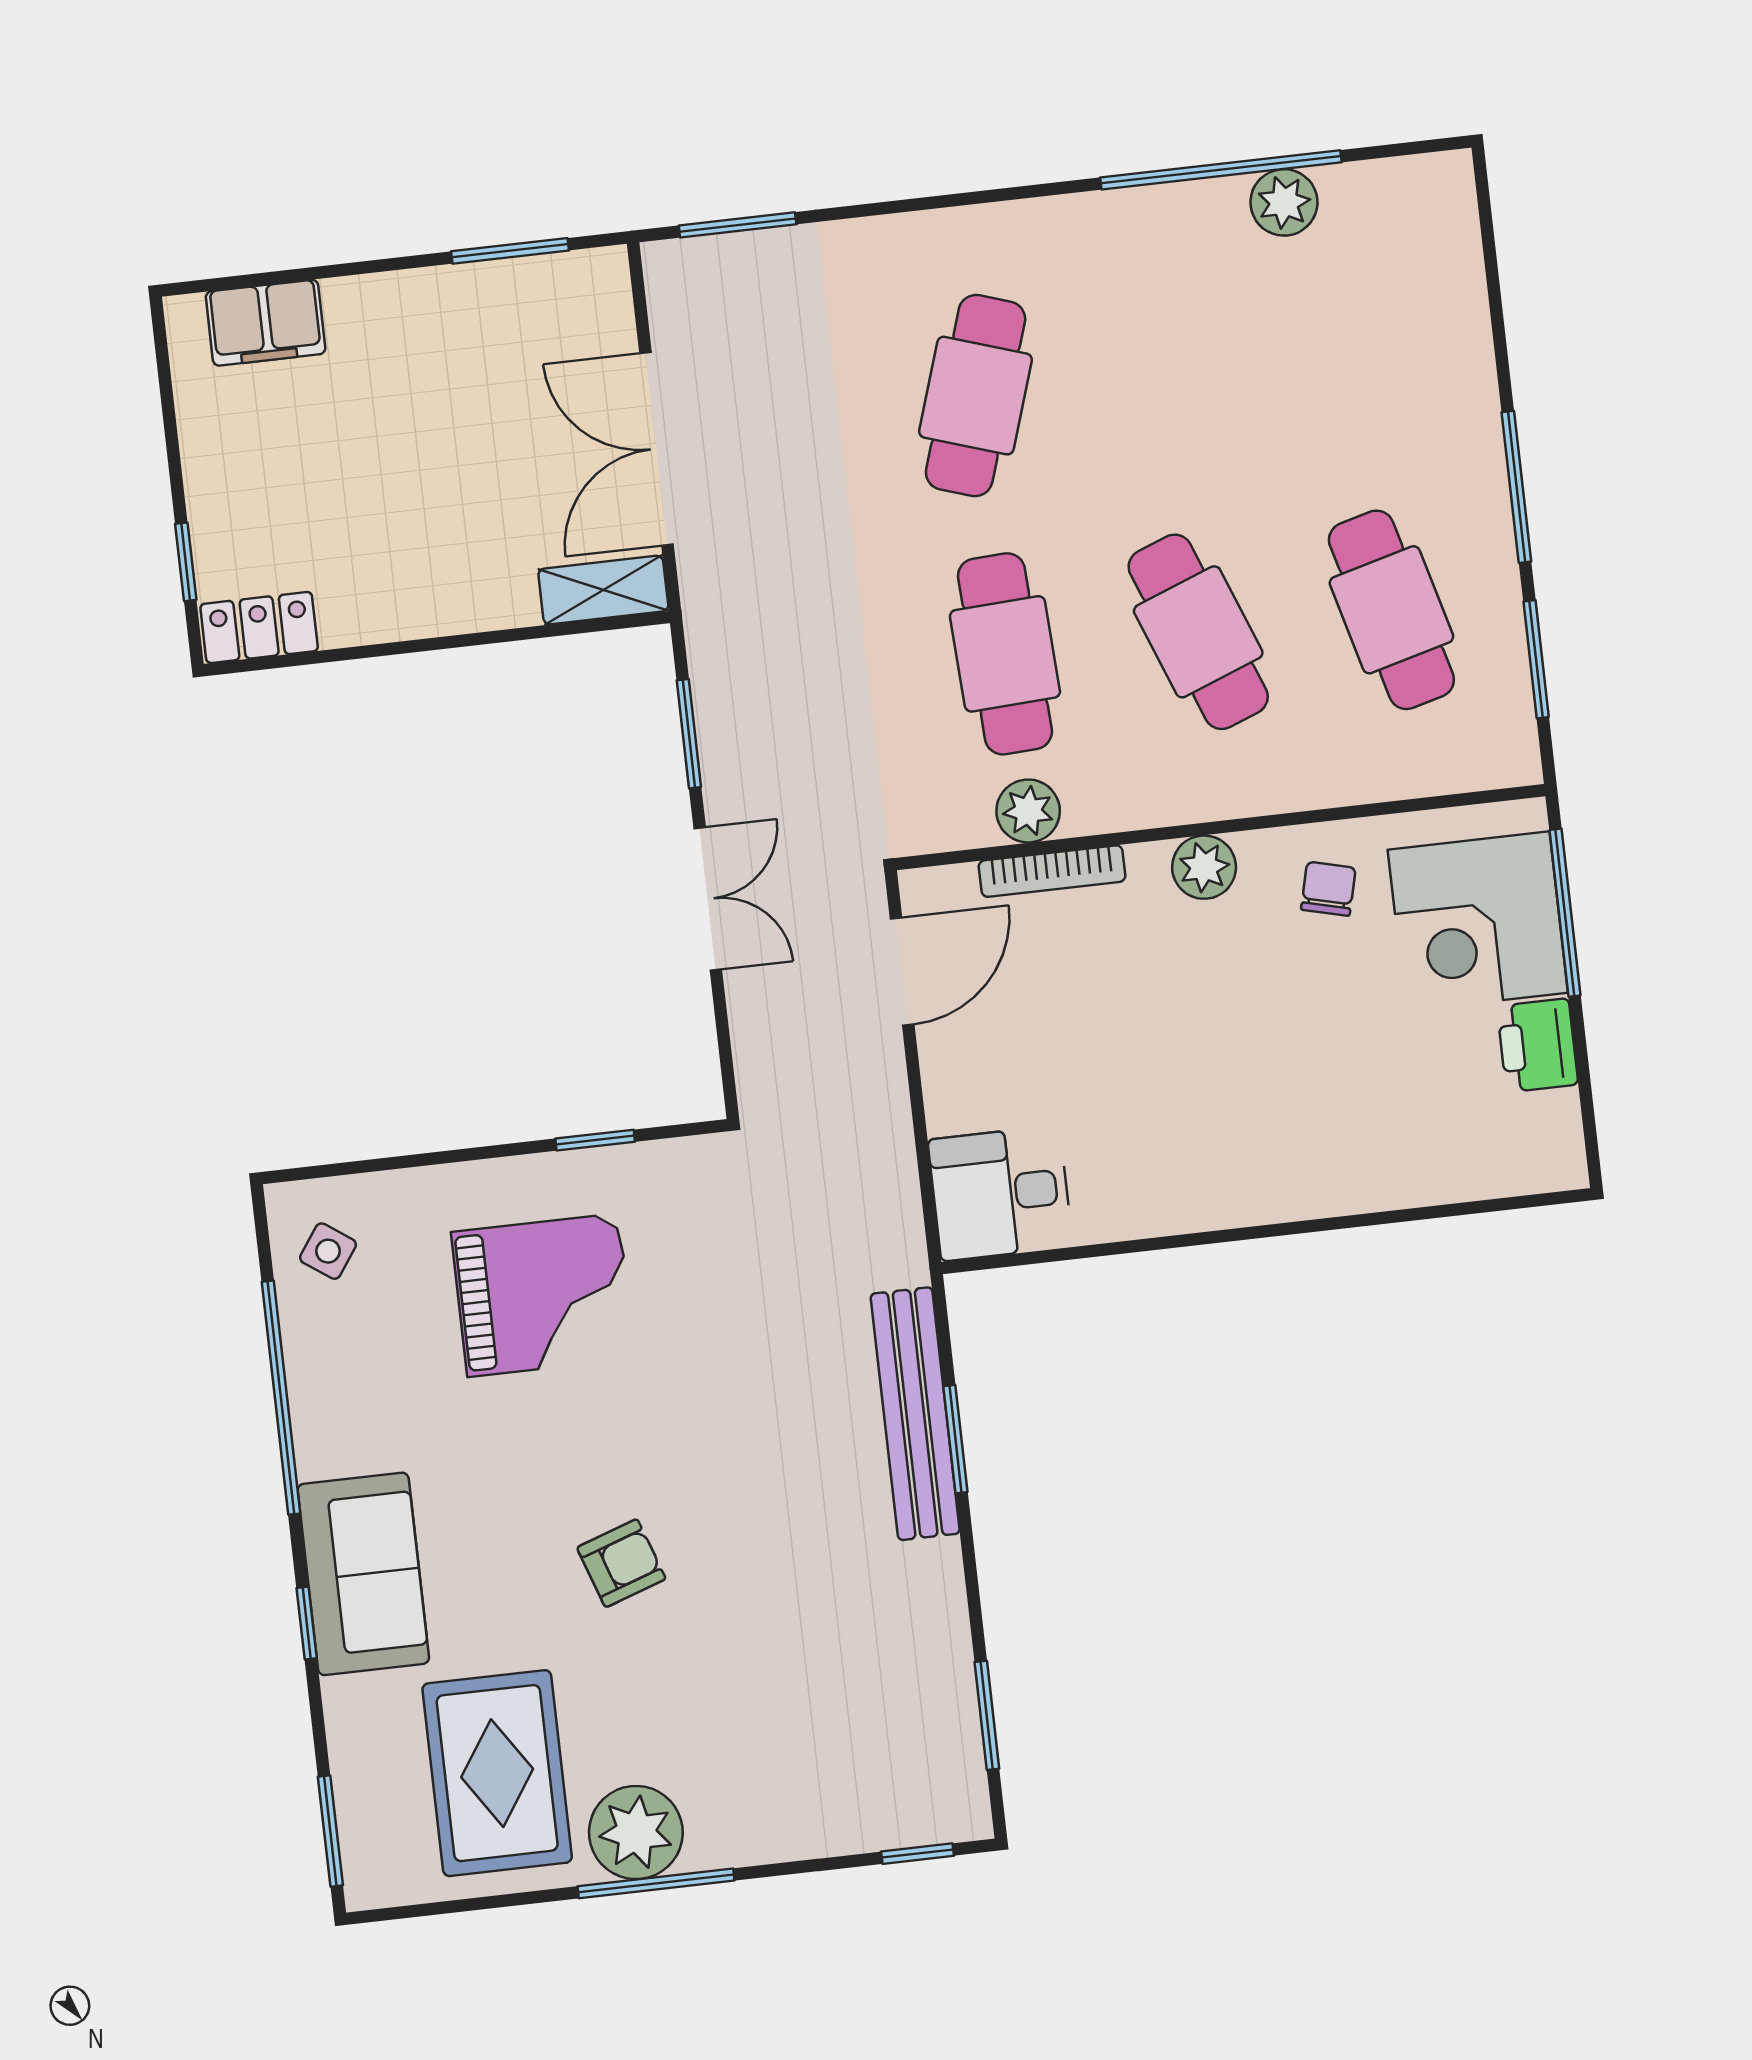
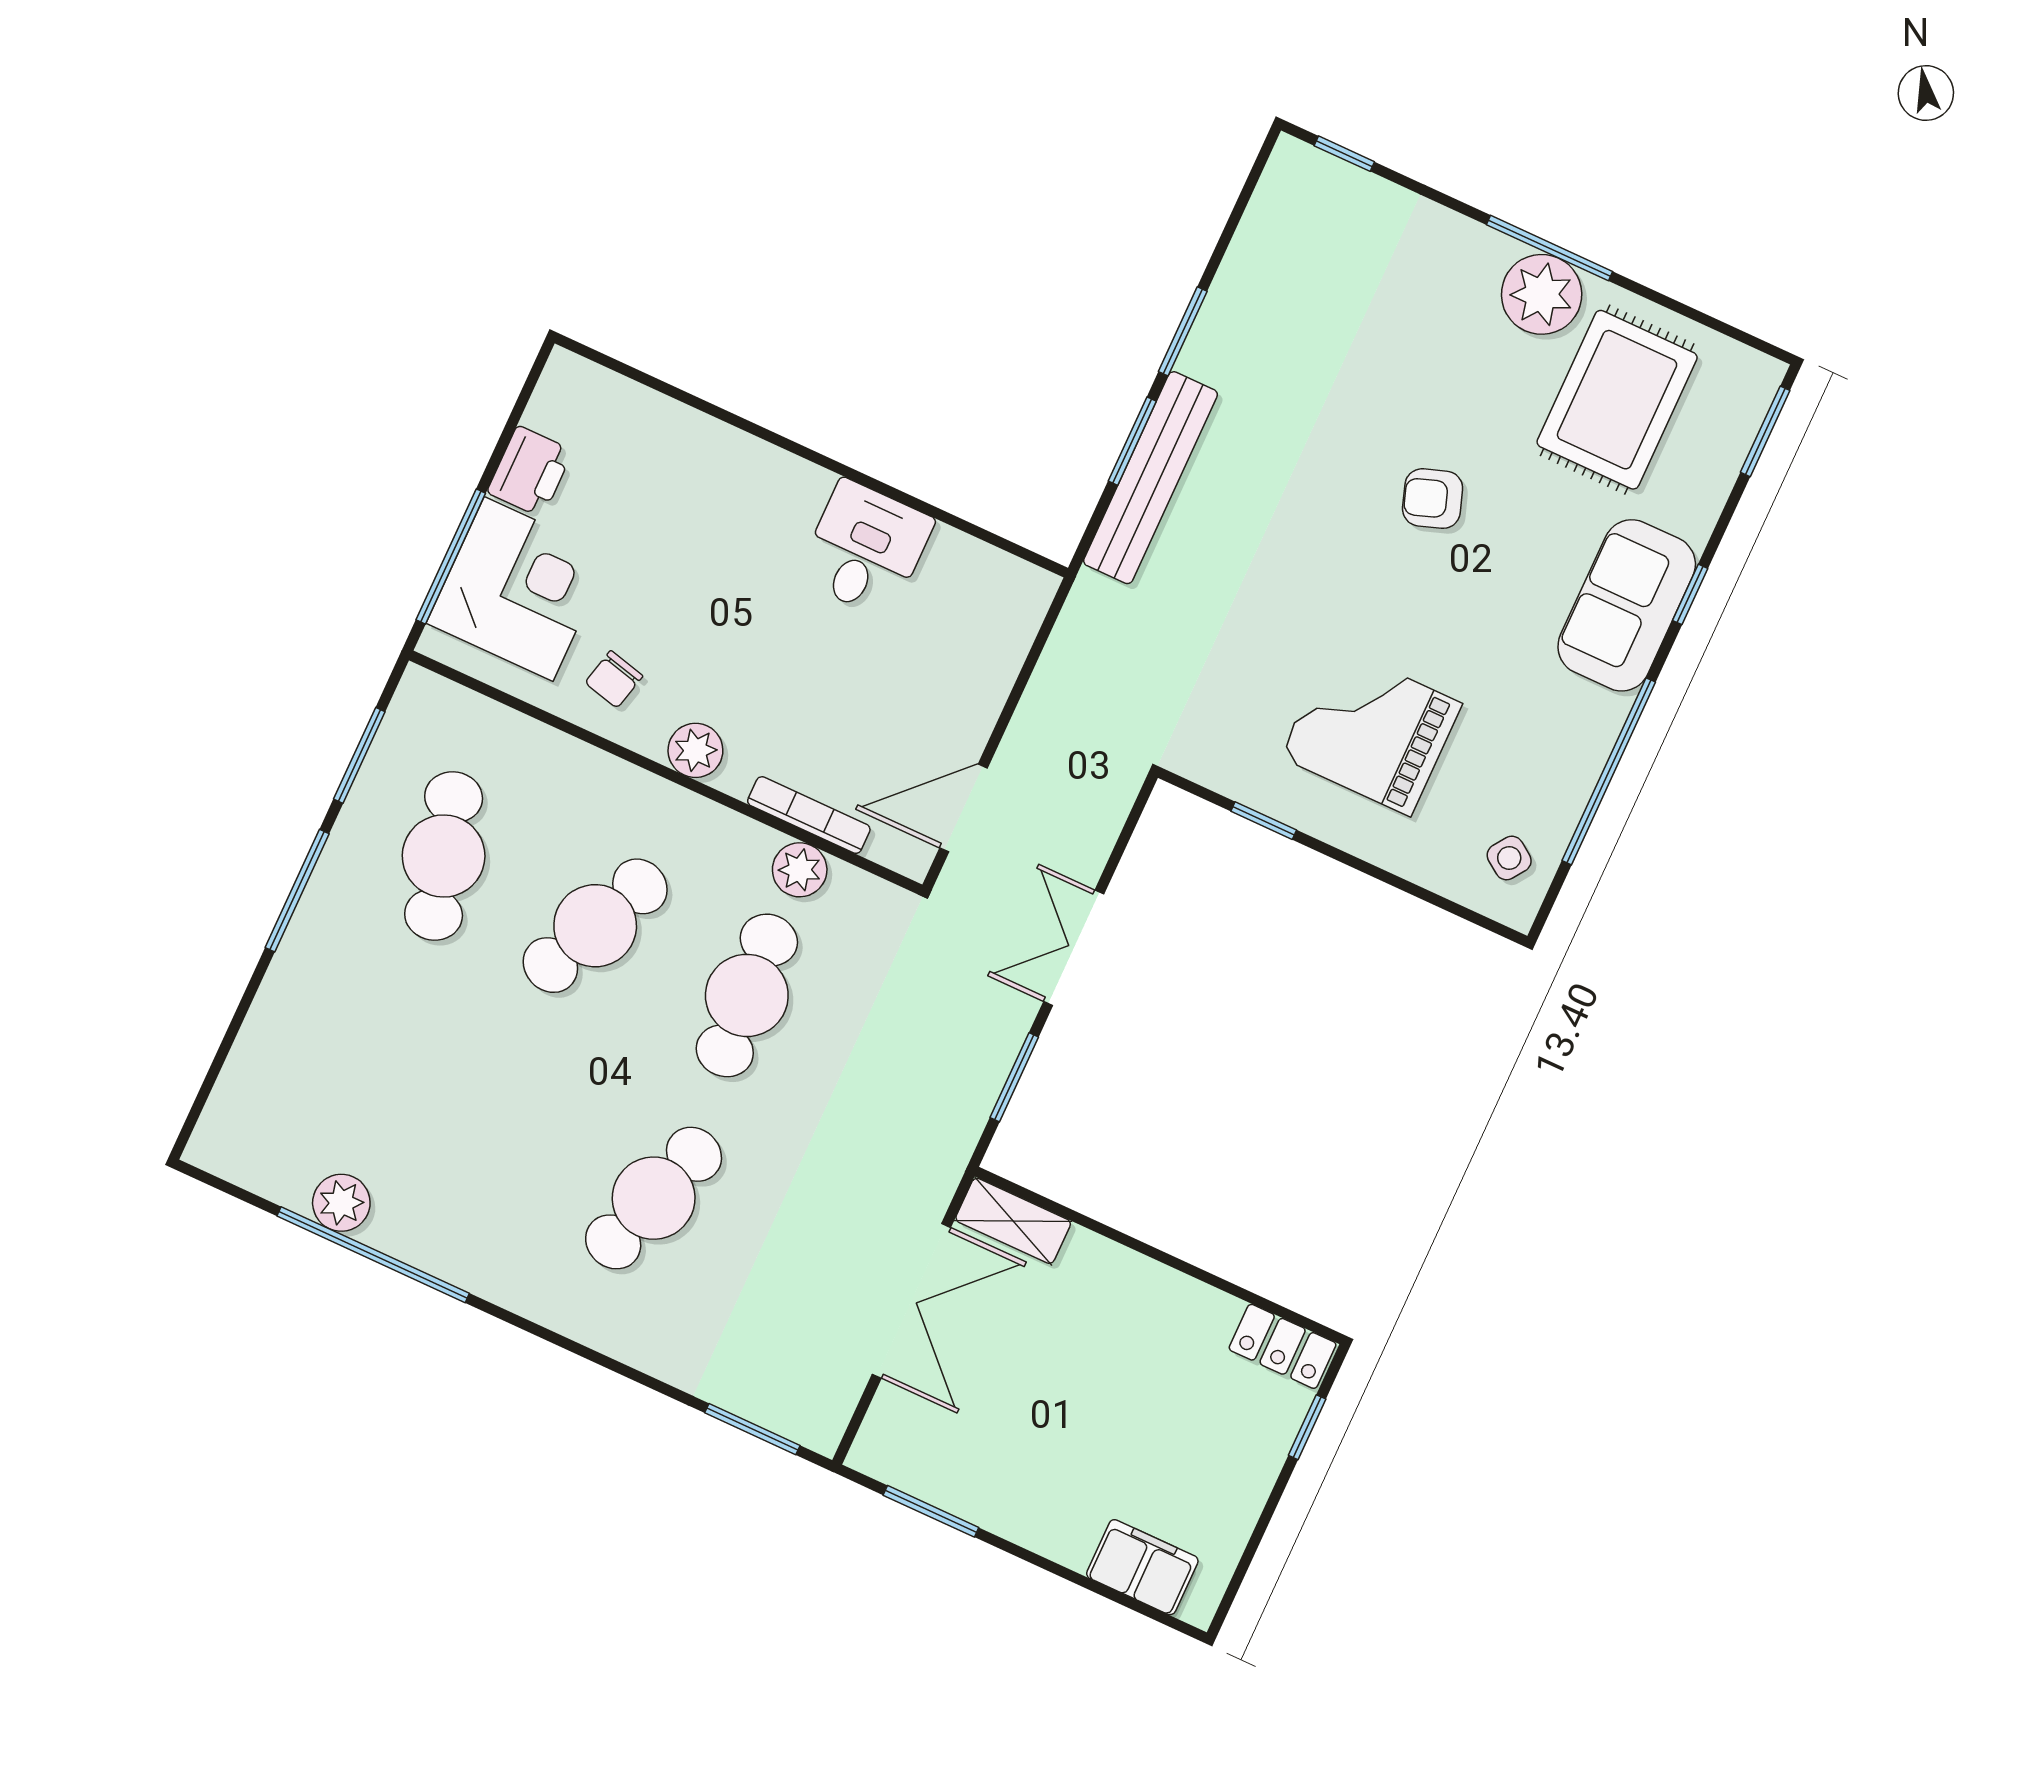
cafe table: (1198, 632) -> (595, 926), turned 45
desk: (1000, 1193) -> (865, 549), moved, turned -90
window: (987, 1715) -> (1183, 331), moved

